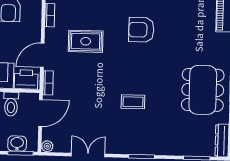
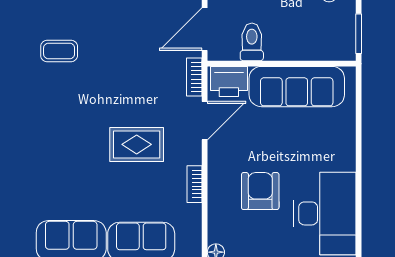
armchair: (141, 30) -> (49, 165), removed

